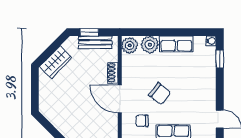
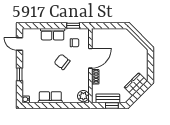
plant: (150, 45) -> (69, 97), removed
window: (220, 59) -> (20, 74), moved
door: (120, 99) -> (90, 58), hinge flipped

